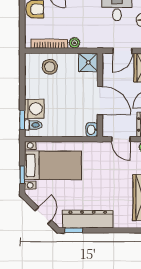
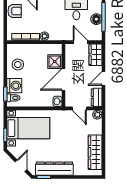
door: (122, 51) -> (80, 42), swing flipped
shower: (88, 62) -> (55, 62), moved
stool: (50, 67) -> (18, 64), moved
door: (100, 100) -> (64, 79), swing flipped

